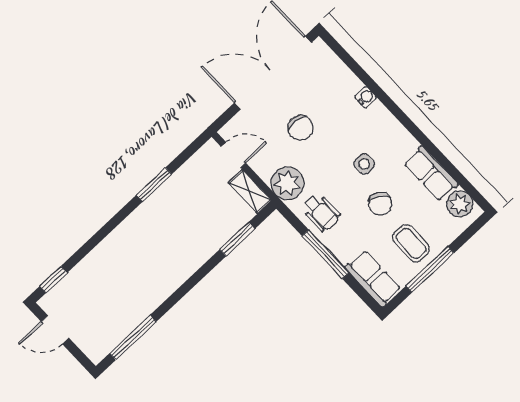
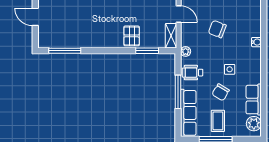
chair: (300, 128) -> (217, 29), turned 106
plant: (287, 183) -> (186, 51), width x0.53, depth x0.53
wheelchair: (321, 212) -> (193, 73), turned 90
pallet: (200, 239) -> (132, 36), added
row of seats: (373, 278) -> (188, 113), width x1.48

